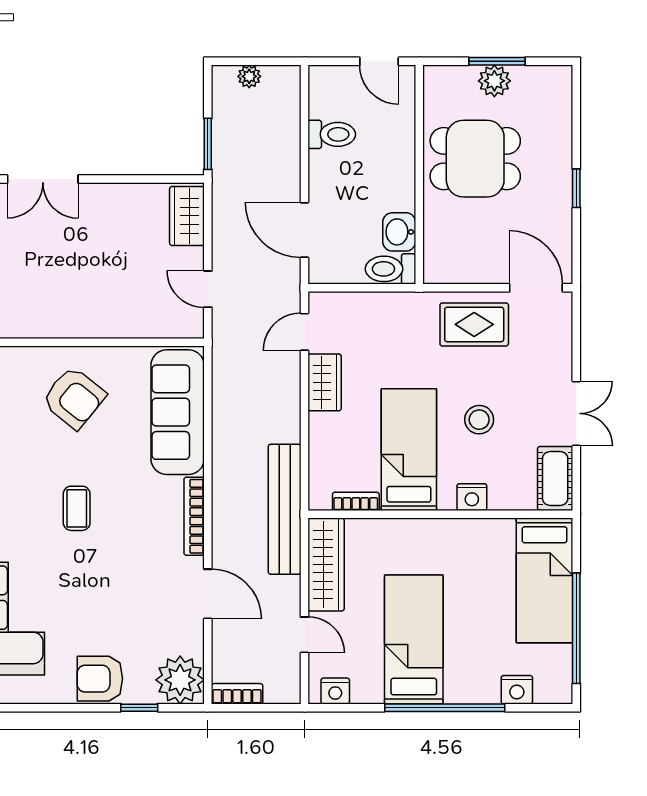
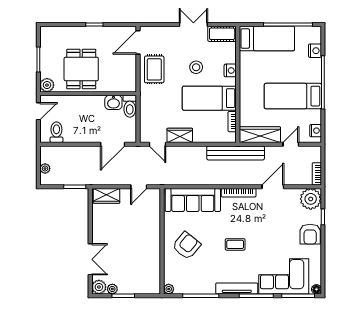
plant: (494, 81) -> (47, 85), moved
toilet: (332, 134) -> (56, 132), moved

